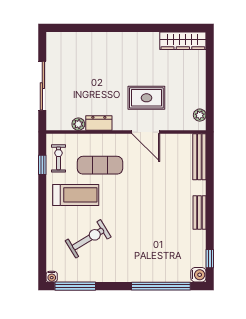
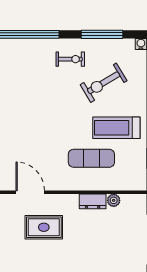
door: (146, 132) -> (30, 192), moved
exercise bike: (58, 158) -> (70, 59), moved, turned -90
window: (75, 286) -> (102, 34), moved

